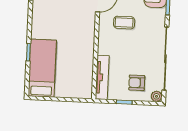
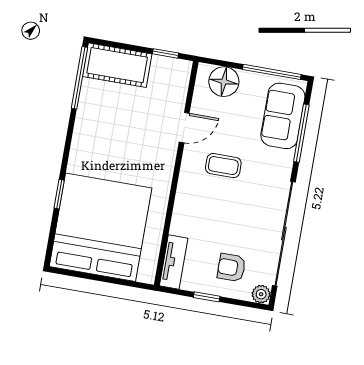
bed: (42, 68) -> (101, 227), width x2.04
tv unit: (102, 77) -> (174, 262), width x0.71

